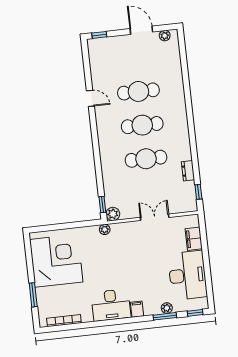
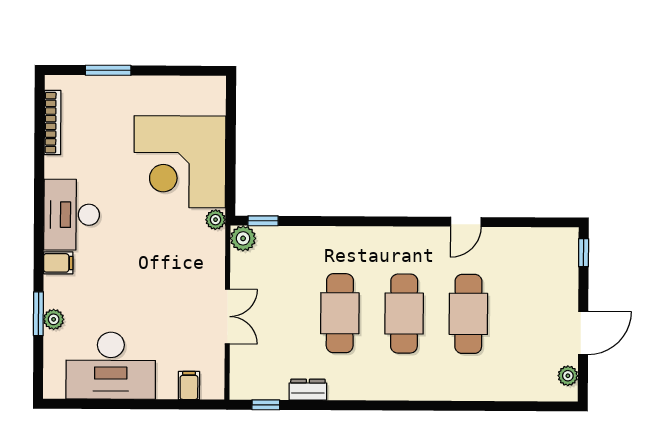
filing cabinet: (194, 239) -> (189, 385), width x0.50
corner desk: (56, 261) -> (180, 162), moved, turned 90
window: (195, 313) -> (38, 372), removed

